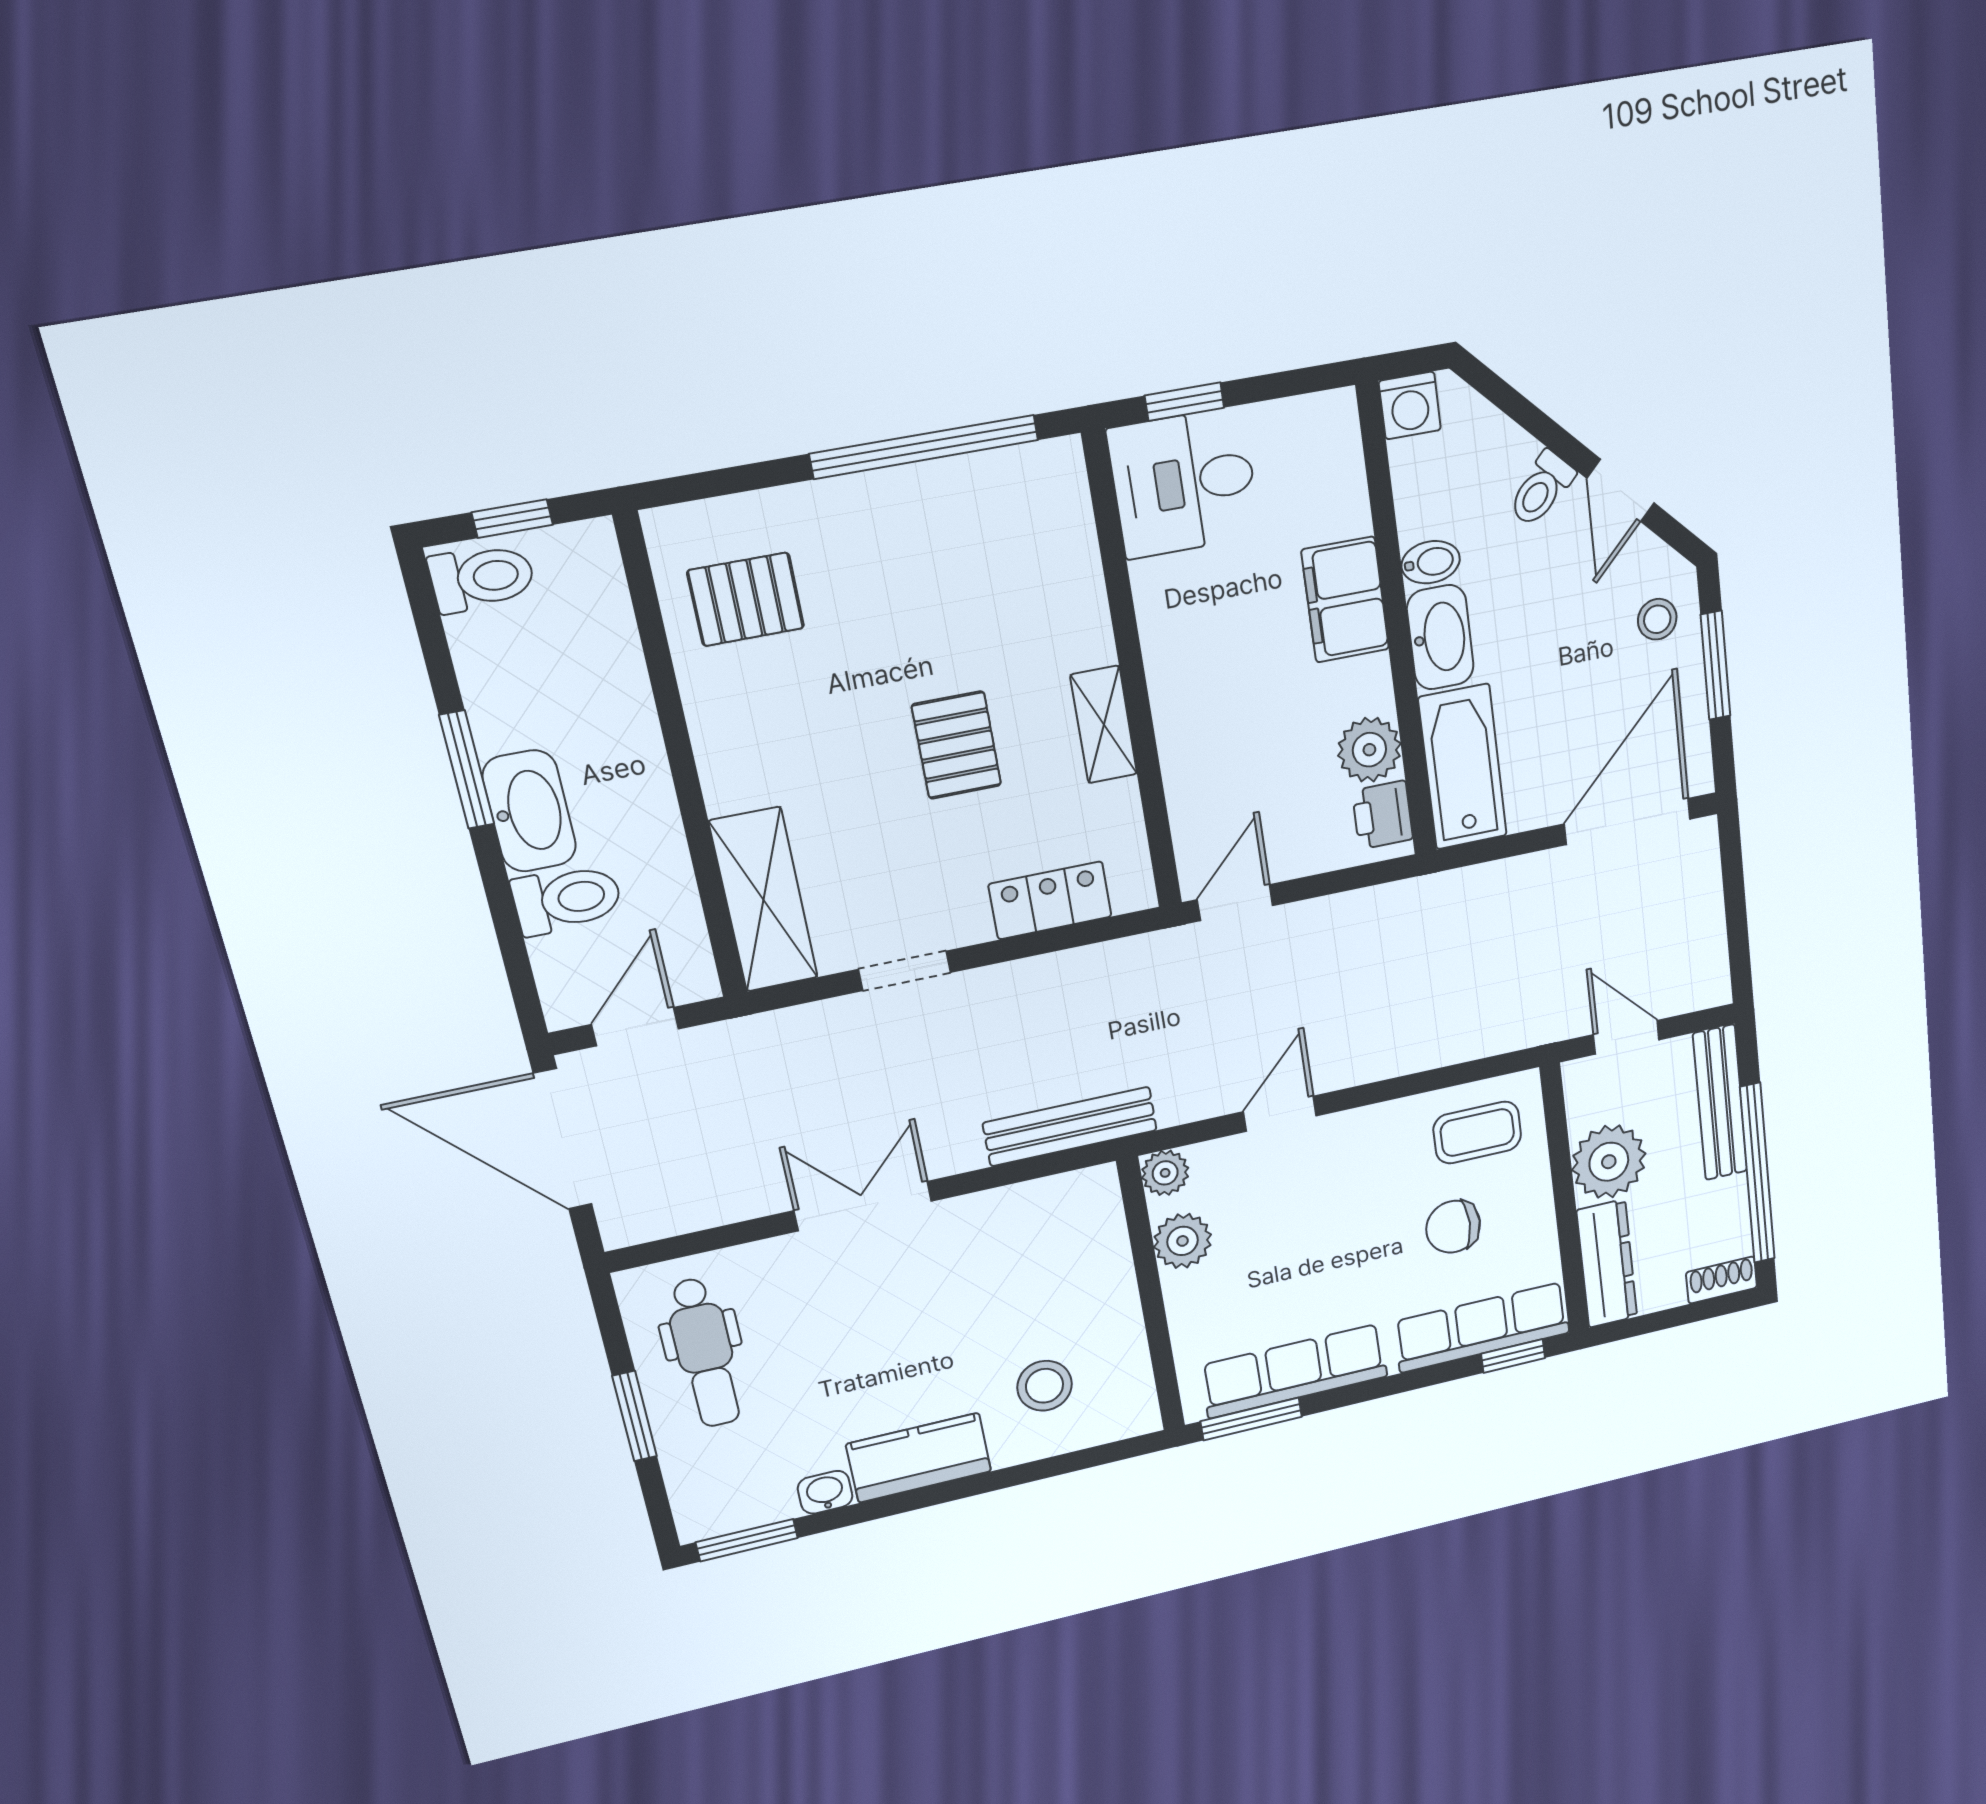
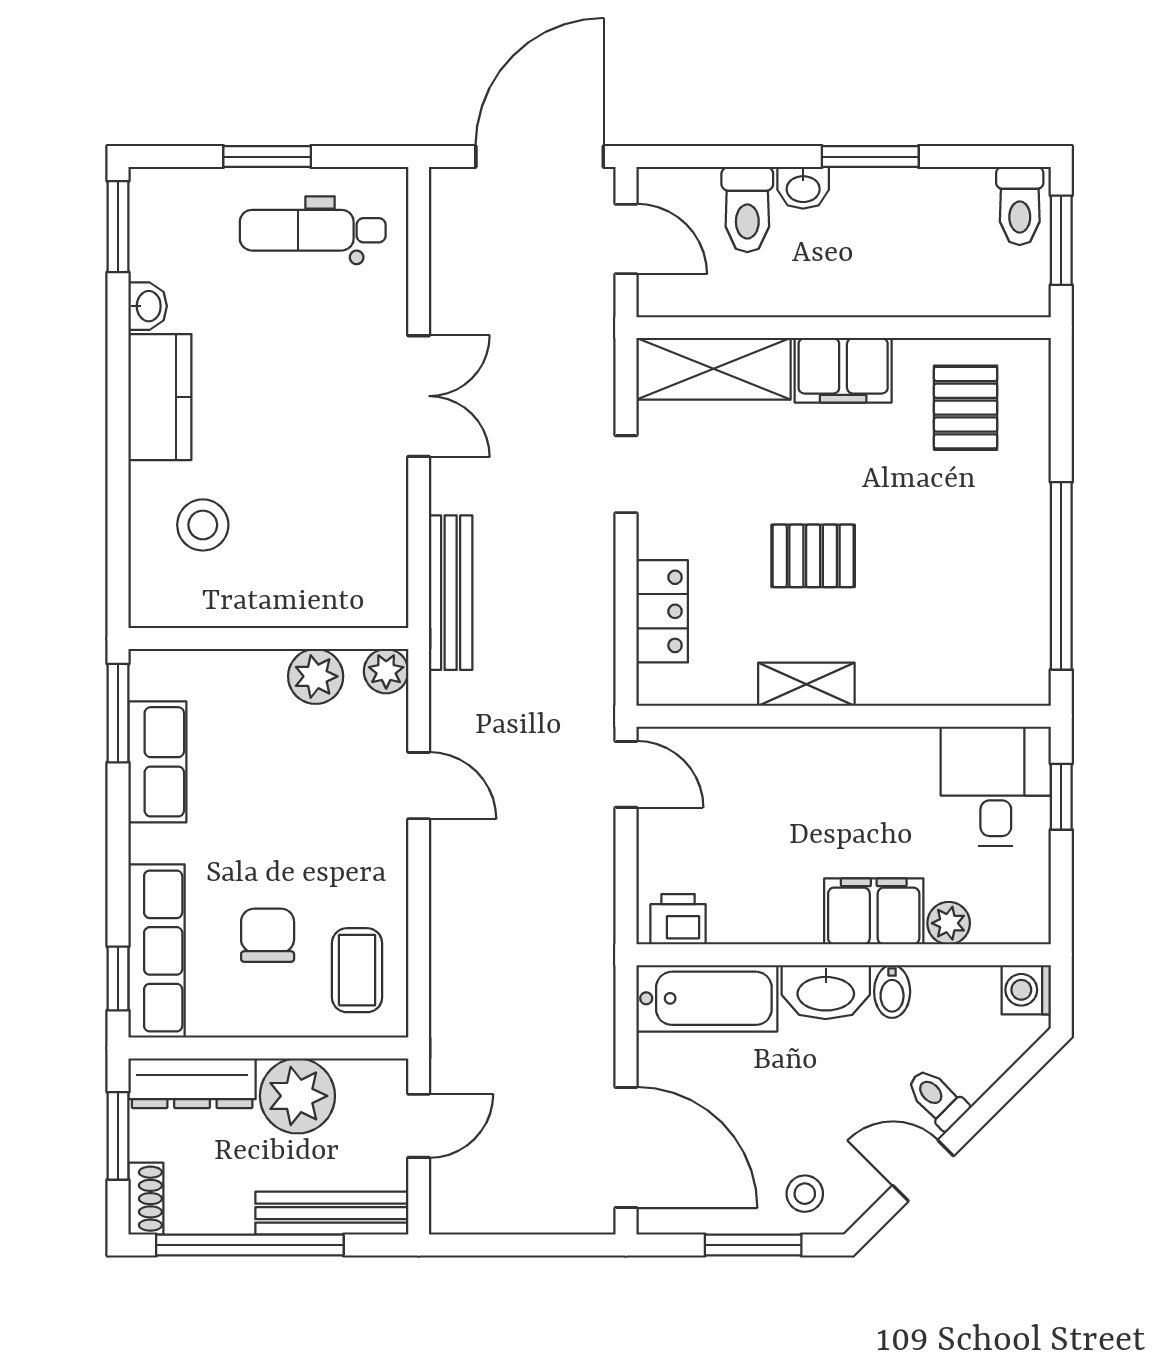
window: (512, 519) -> (1061, 240), width x1.50
plant: (1369, 750) -> (949, 923), moved, width x0.73, depth x0.73
filing cabinet: (733, 752) -> (843, 370), added
washbasin: (529, 811) -> (803, 188), width x0.52, depth x0.69
window: (1664, 1320) -> (118, 1136), added
row of seats: (1294, 1371) -> (157, 762), width x0.68

